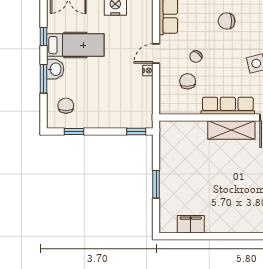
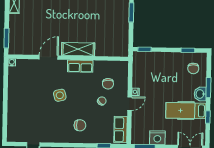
row of seats: (228, 106) -> (80, 66), width x0.68

